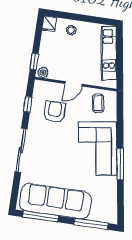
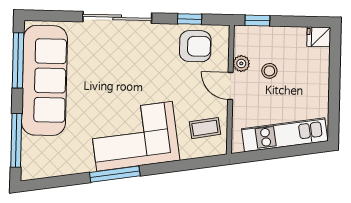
stool: (71, 30) -> (269, 71), moved
plant: (43, 73) -> (241, 63), moved
armchair: (55, 112) -> (195, 46), moved

